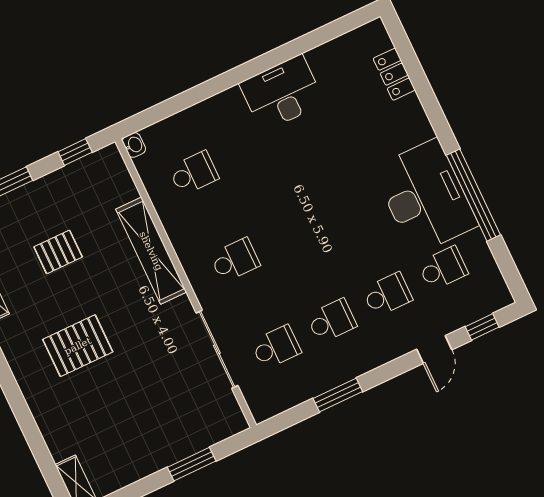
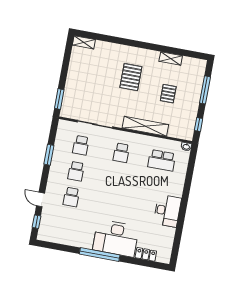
school desk: (194, 173) -> (162, 160), width x1.85
window: (473, 195) -> (100, 254), moved
desk: (425, 197) -> (116, 238), moved
school desk: (443, 268) -> (67, 223), removed
window: (192, 464) -> (59, 99), moved

